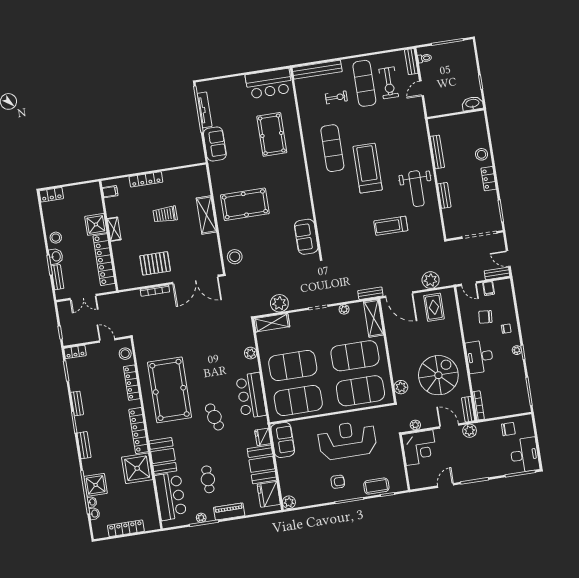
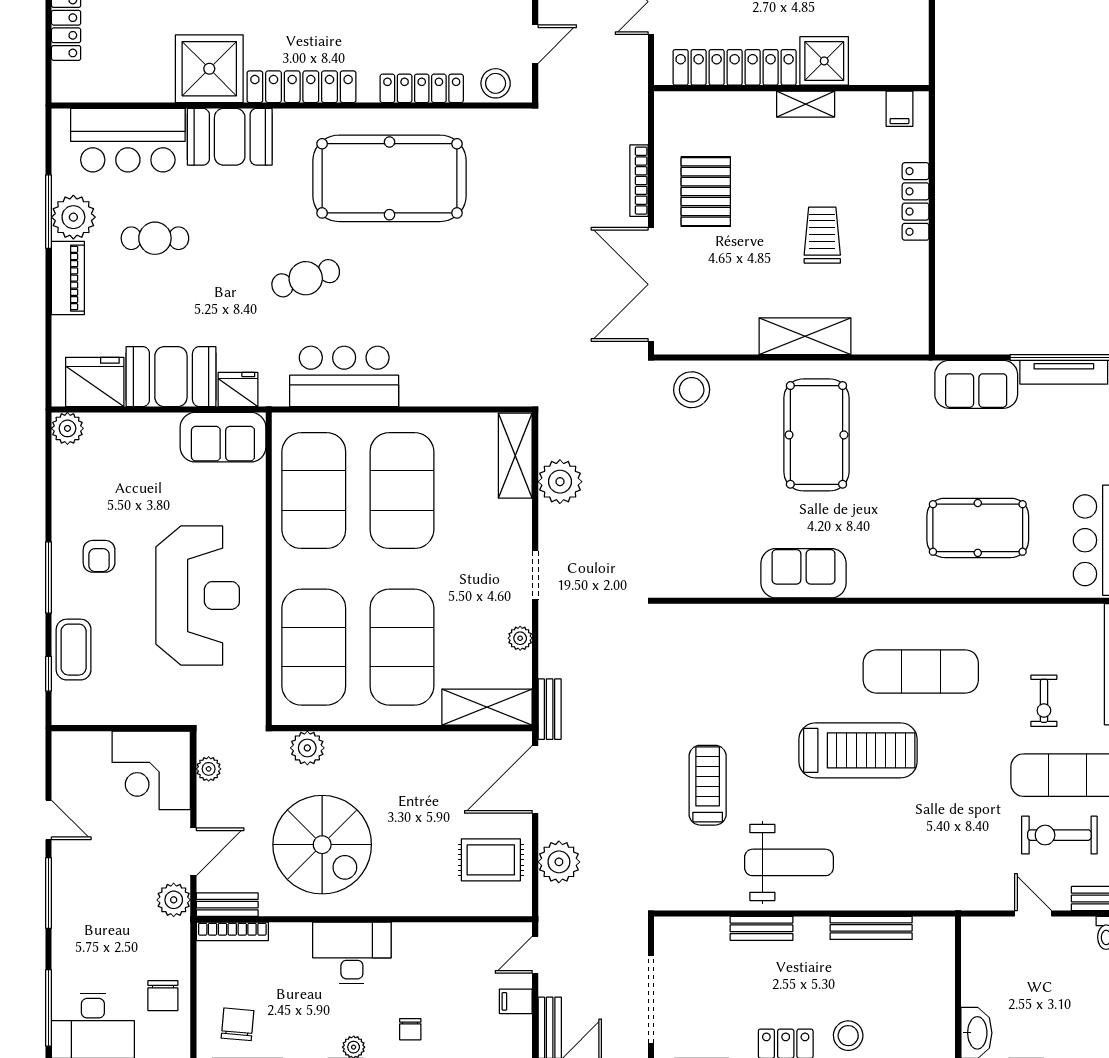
weight bench: (416, 189) -> (789, 862), turned 180
sofa: (306, 237) -> (804, 573), moved
chair: (485, 317) -> (238, 1024), moved
plant: (251, 353) -> (449, 392), removed
plant: (201, 518) -> (73, 217), width x1.87, depth x1.87

